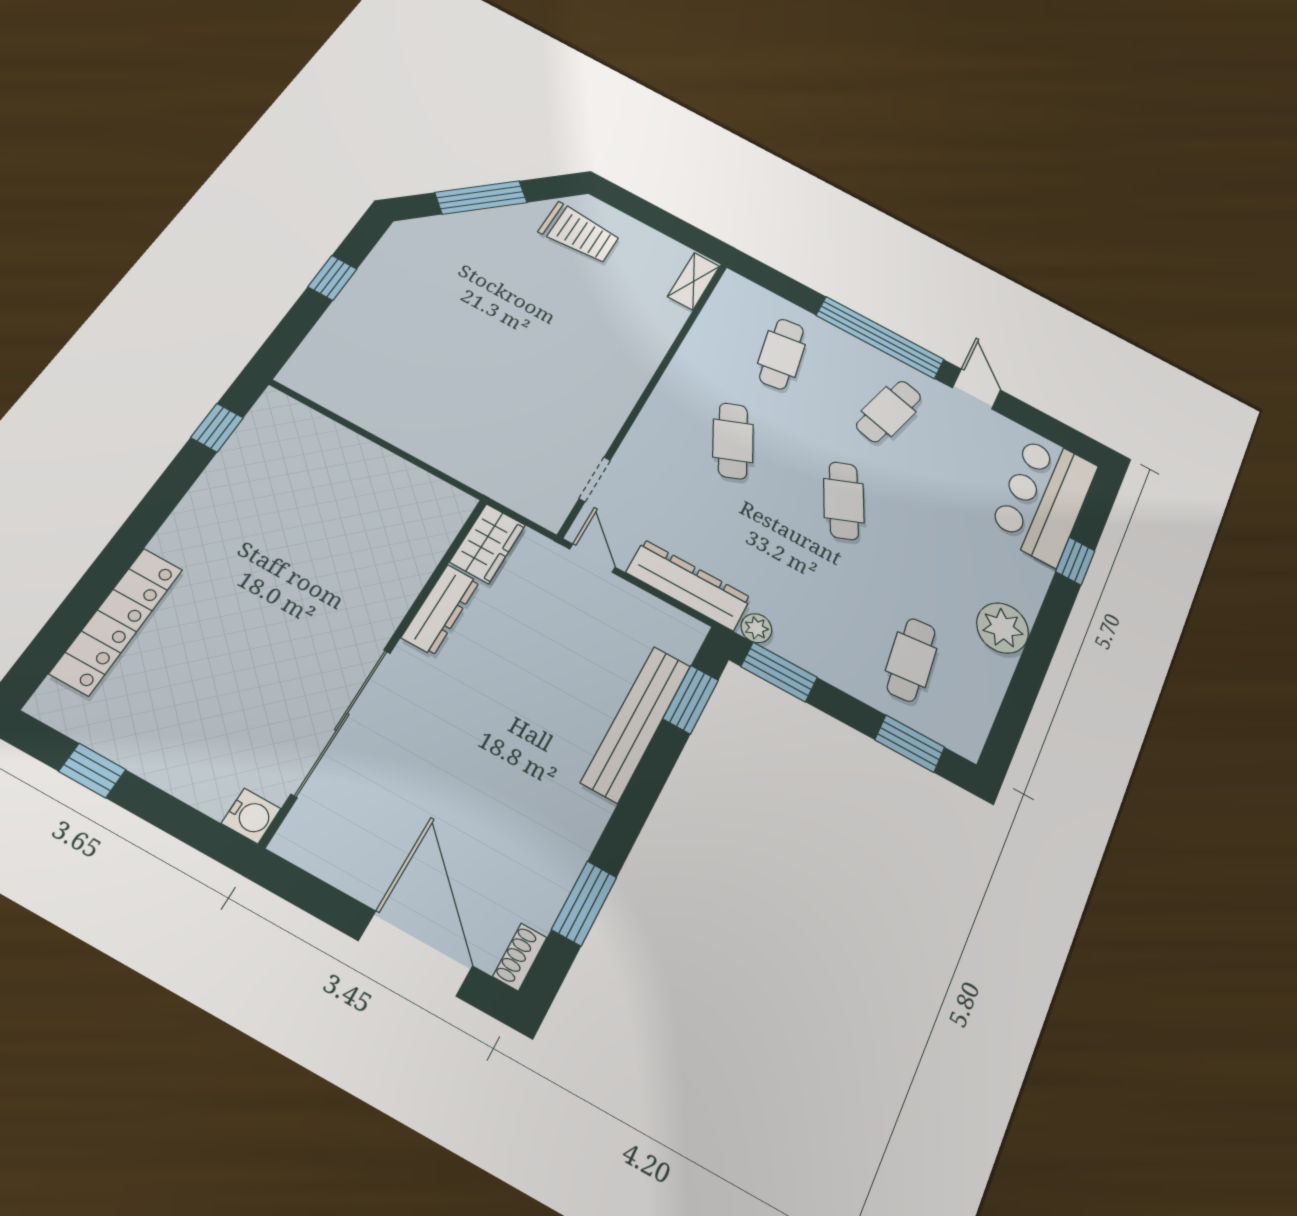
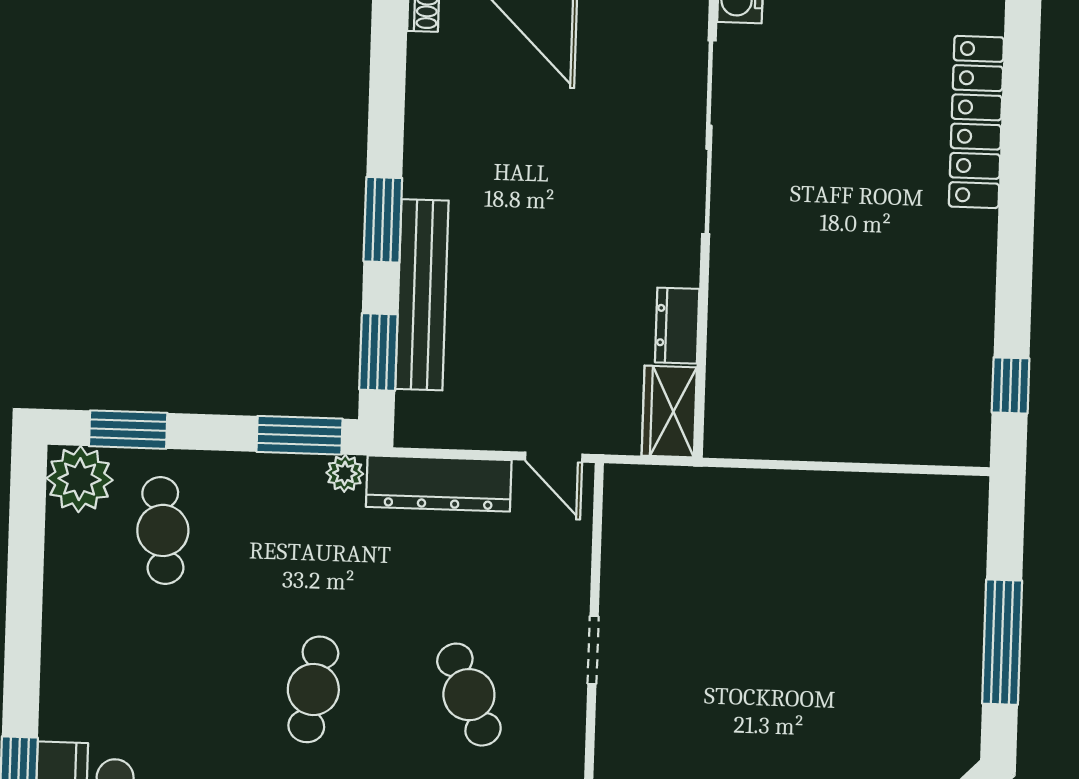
window: (332, 278) -> (1002, 642), width x2.17
doorway: (595, 479) -> (593, 650), moved
cafe table: (844, 501) -> (313, 689), turned 33
dresser: (441, 610) -> (677, 326), width x0.70
plant: (1003, 628) -> (80, 479), moved
window: (584, 903) -> (383, 220), moved

